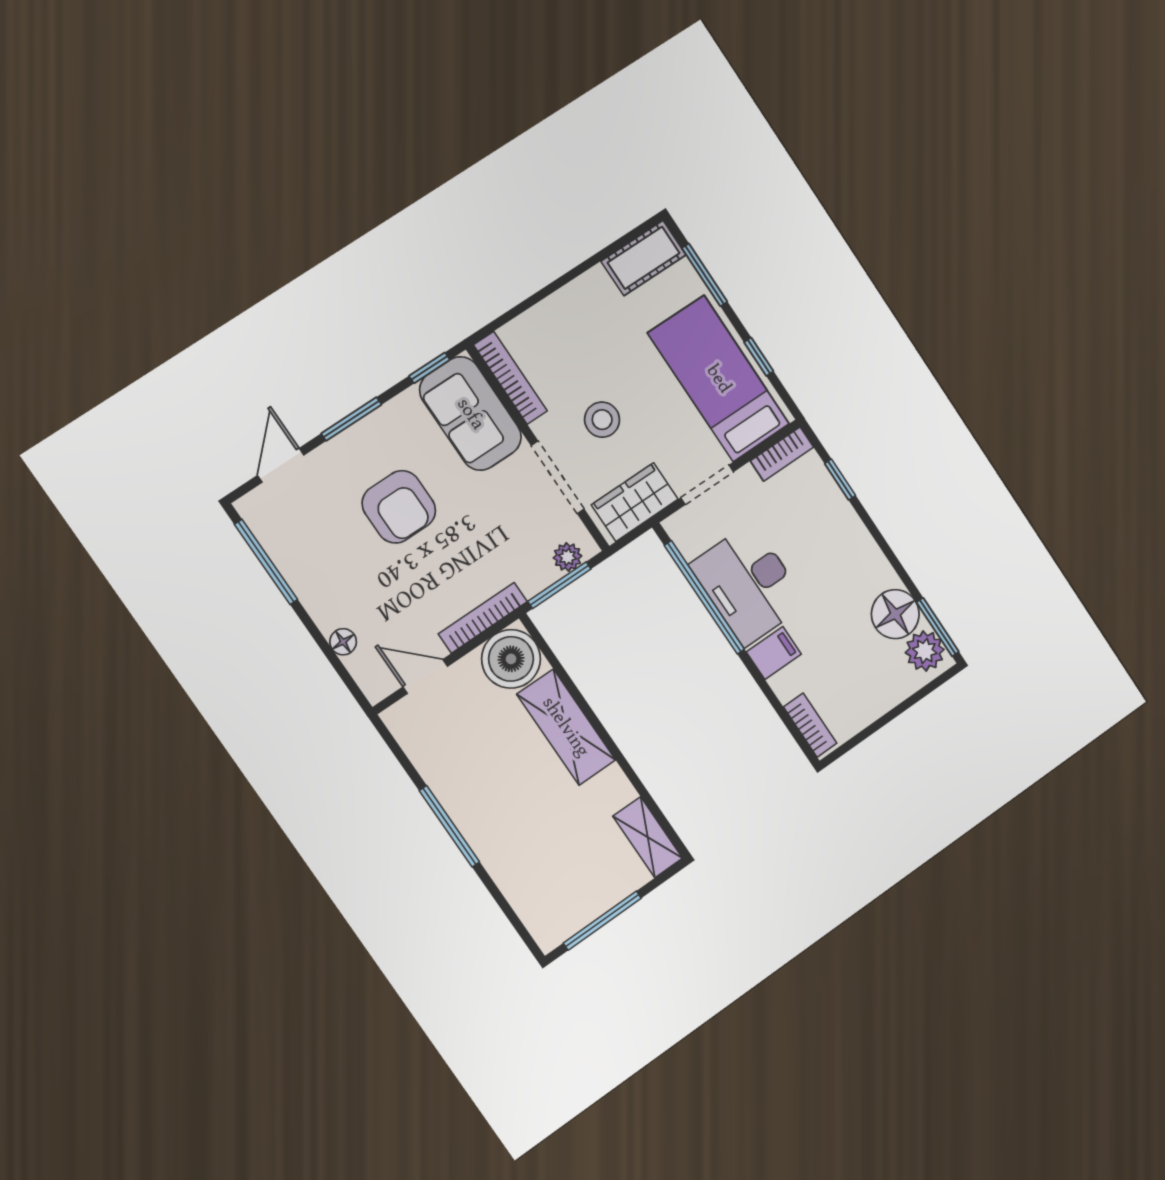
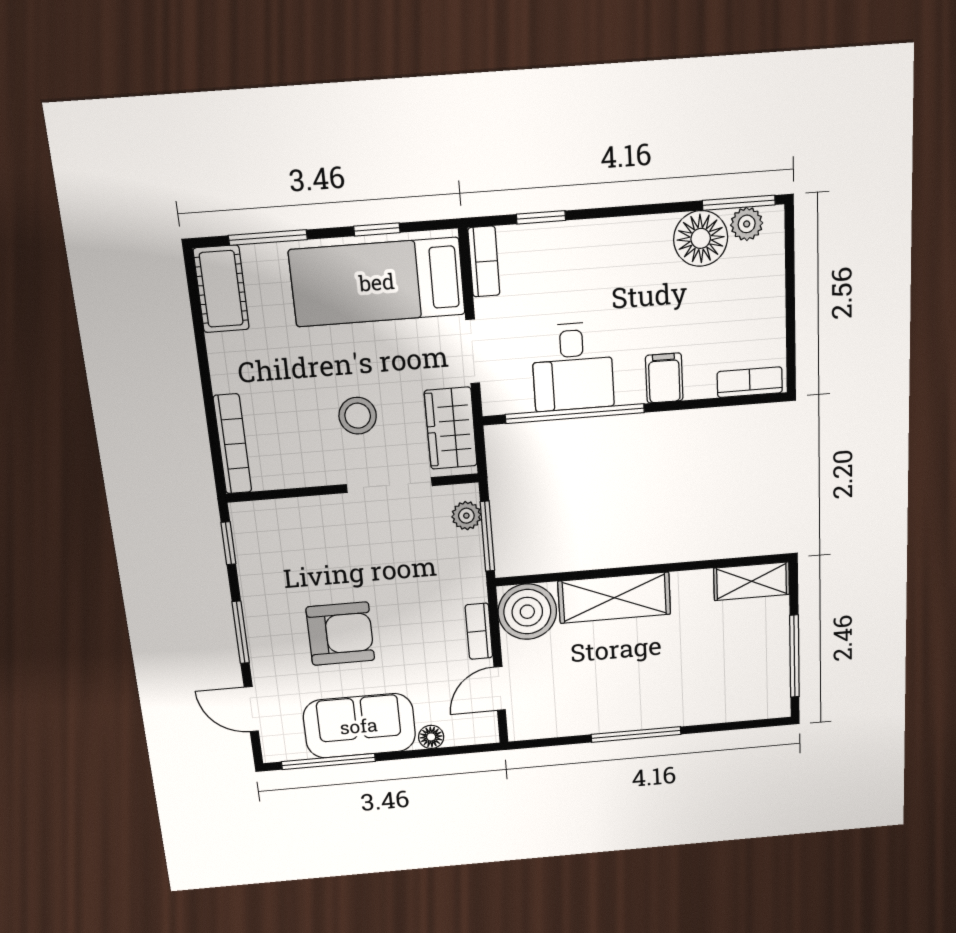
bookcase: (510, 378) -> (232, 444), moved, turned 90
sofa: (471, 414) -> (359, 726), moved, turned 180
desk: (748, 584) -> (573, 367), width x0.73
bookcase: (483, 618) -> (479, 631), width x0.64
plant: (925, 651) -> (747, 224), width x0.73, depth x0.73

